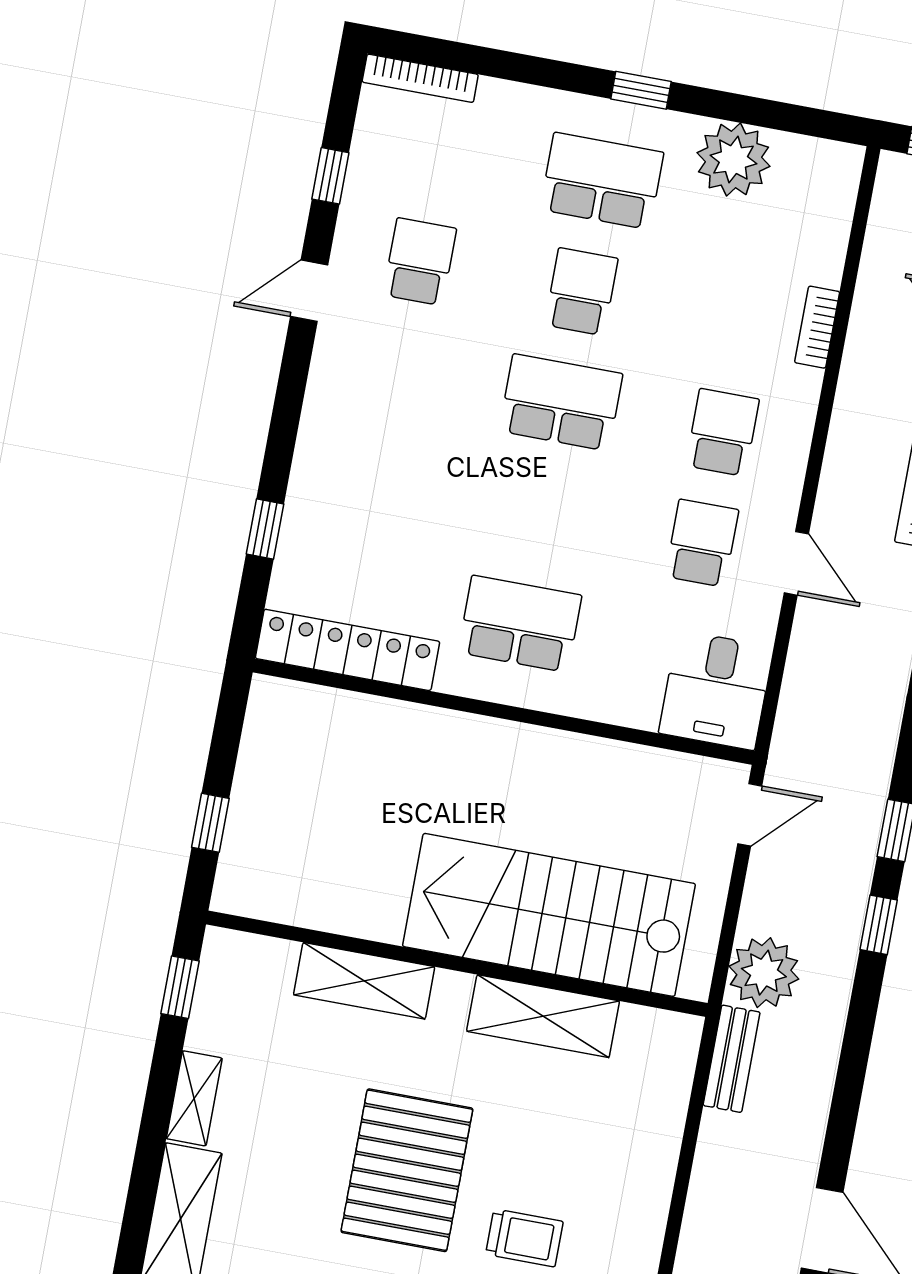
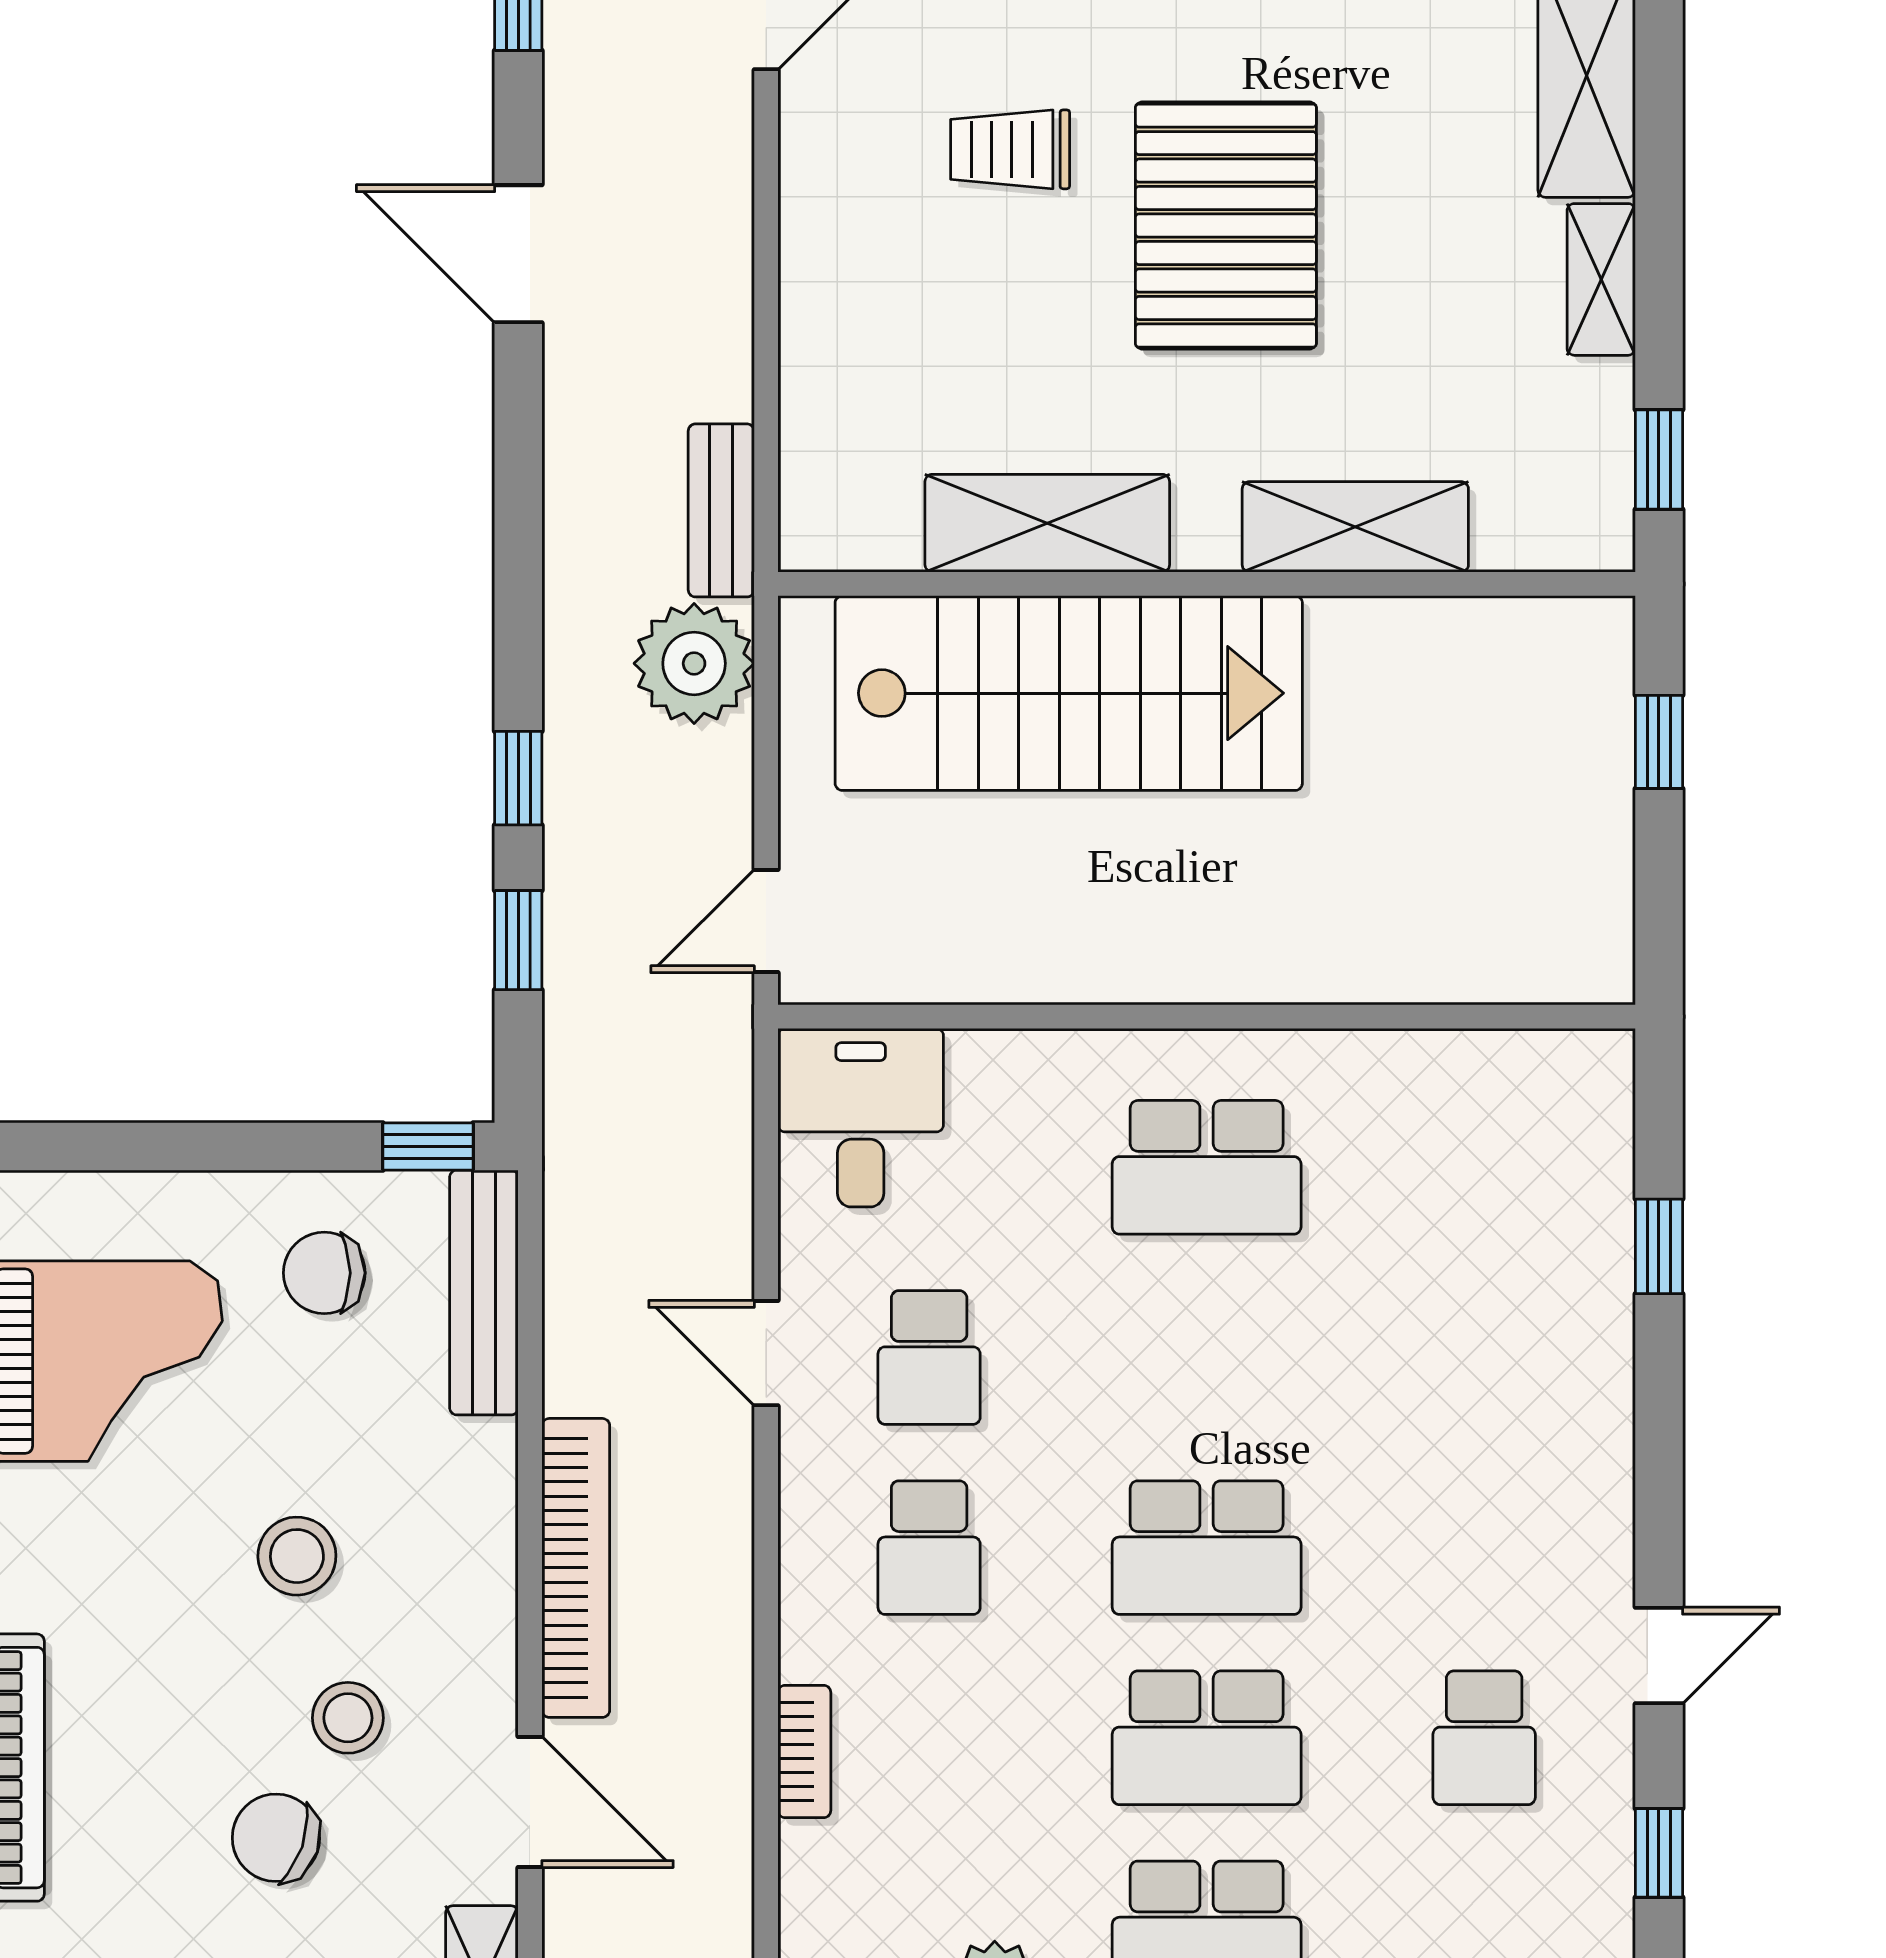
school desk: (581, 292) -> (1207, 1738), width x1.85
locker: (347, 650) -> (1485, 1071), removed

